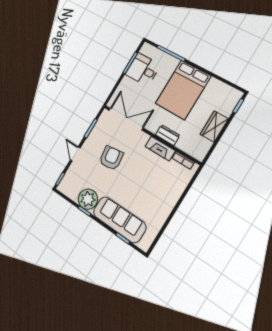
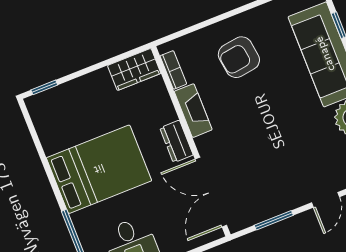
wardrobe: (214, 126) -> (134, 69), moved
dresser: (168, 135) -> (176, 141), moved
armchair: (111, 158) -> (239, 57), moved

